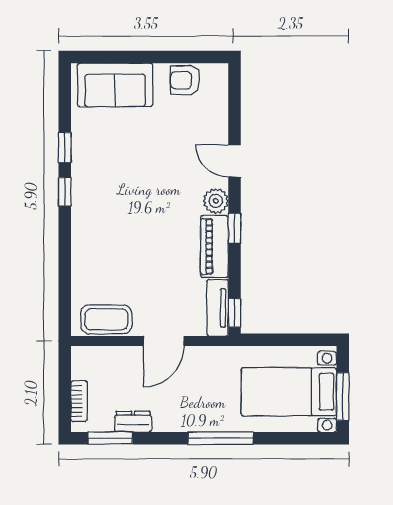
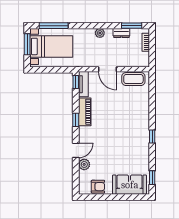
window: (65, 147) -> (152, 178), moved
door: (235, 161) -> (76, 150), hinge flipped
plant: (216, 201) -> (84, 164), moved
door: (164, 341) -> (108, 69), swing flipped
plant: (181, 422) -> (100, 33), added
window: (220, 438) -> (54, 26), moved

